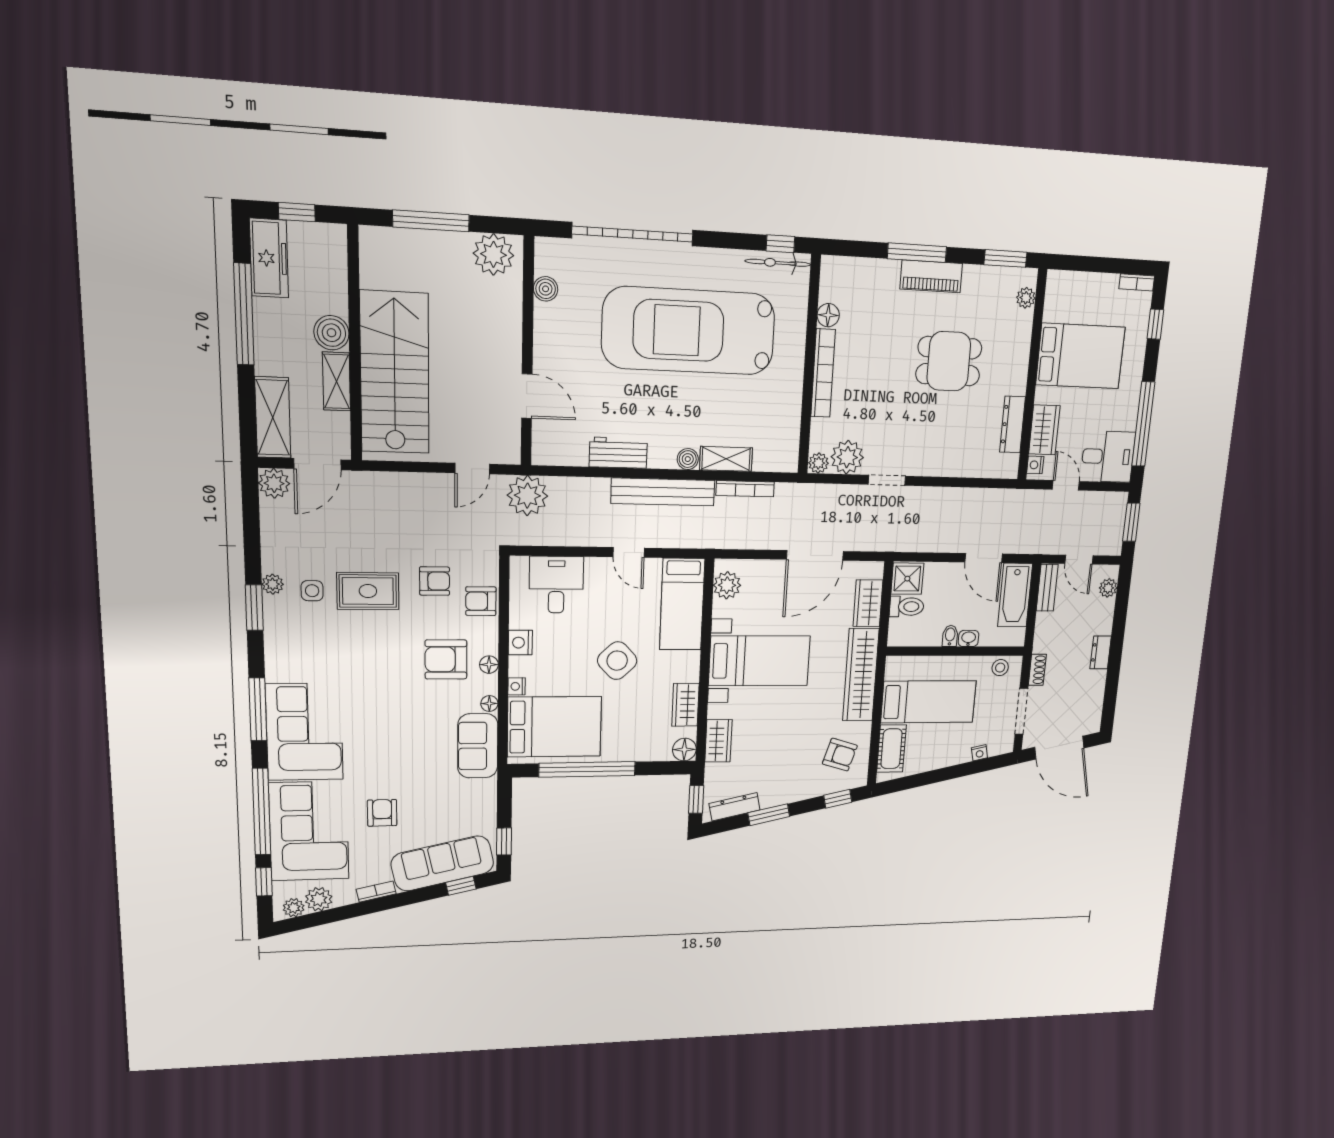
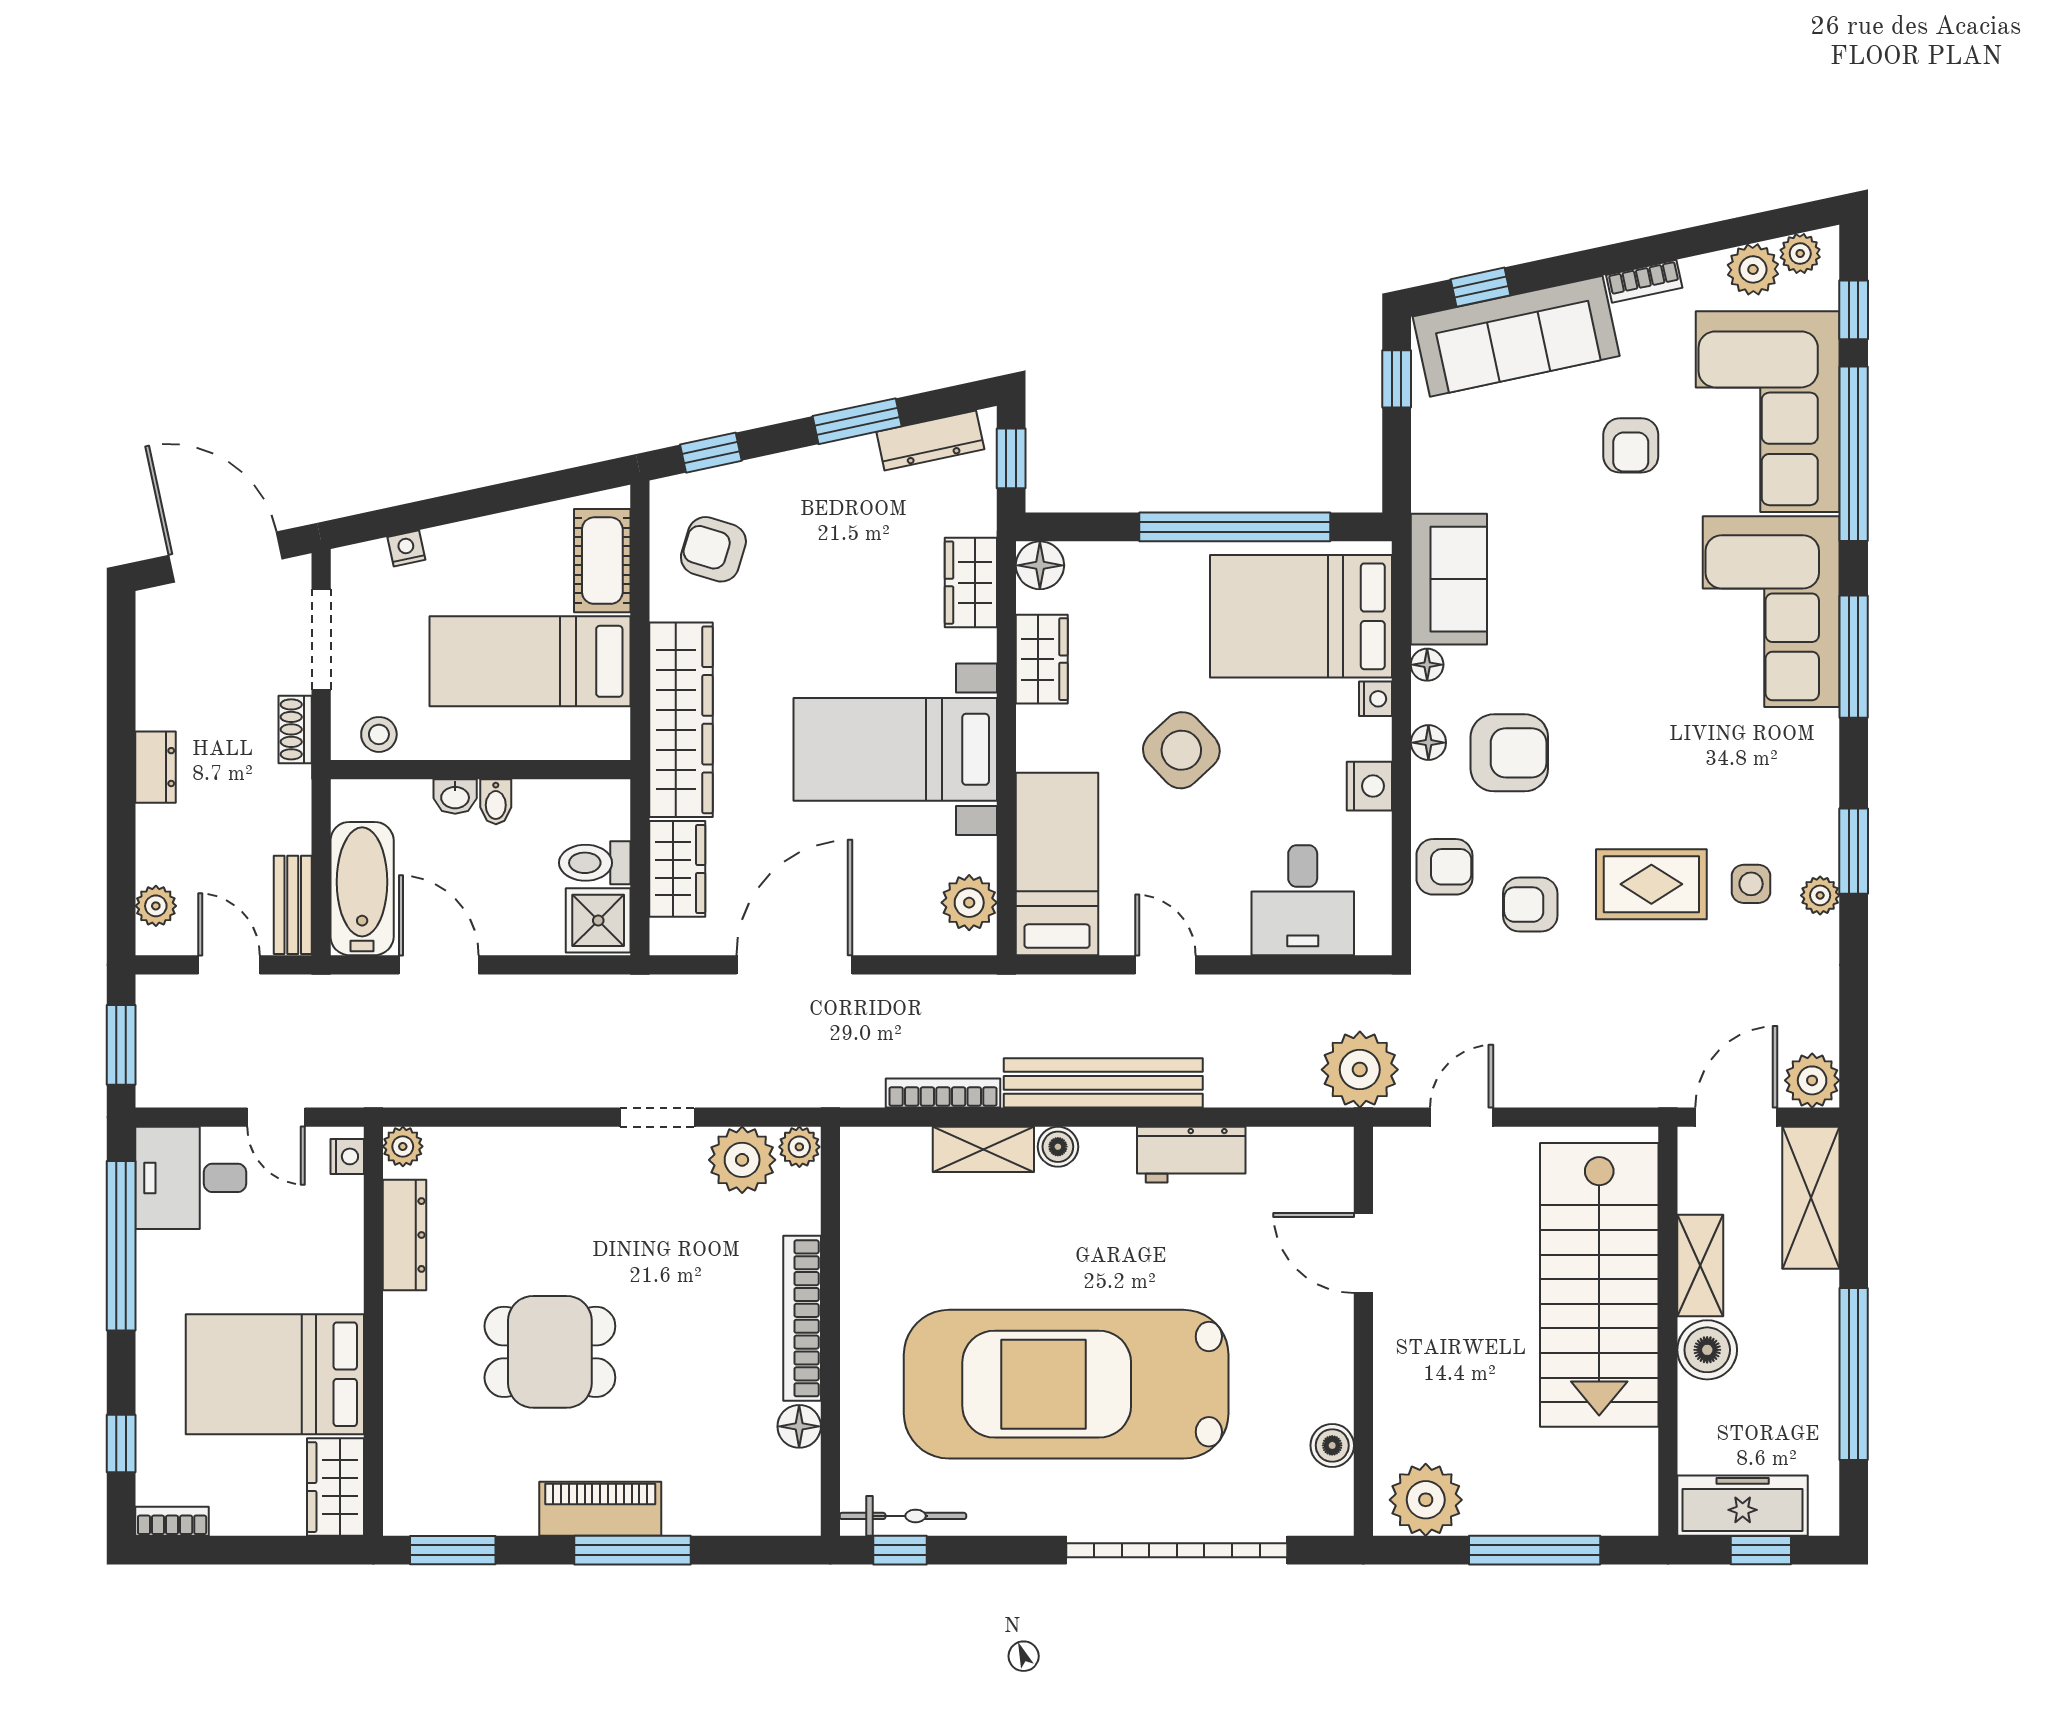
freezer: (269, 258) -> (1743, 1506), moved, turned 90
plant: (1026, 298) -> (403, 1146), moved
car: (689, 331) -> (1066, 1384), turned 180
wardrobe: (1044, 430) -> (336, 1487), moved

